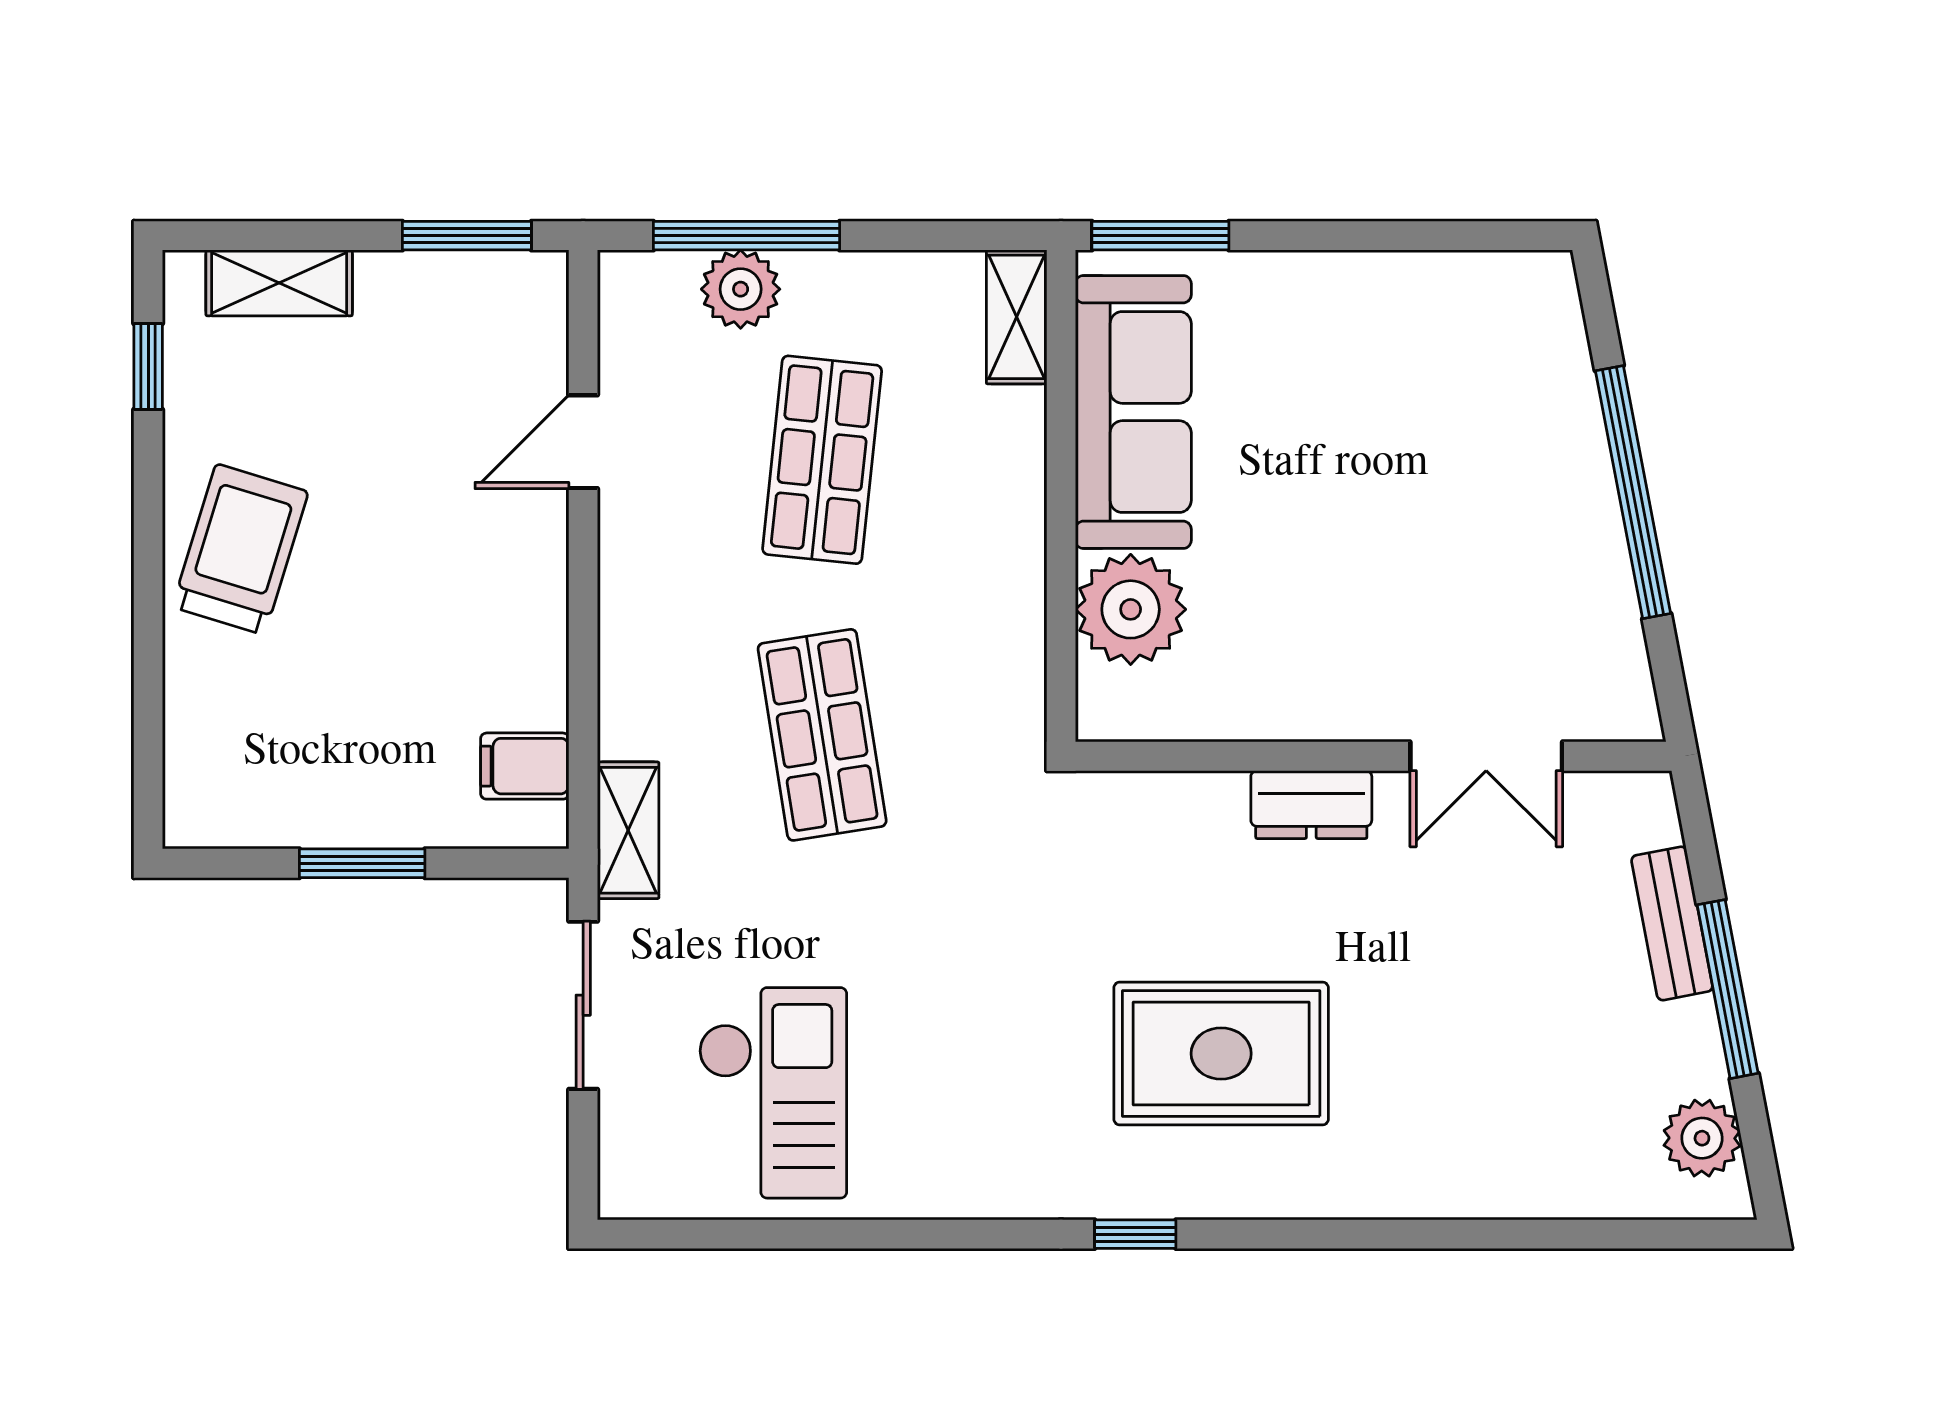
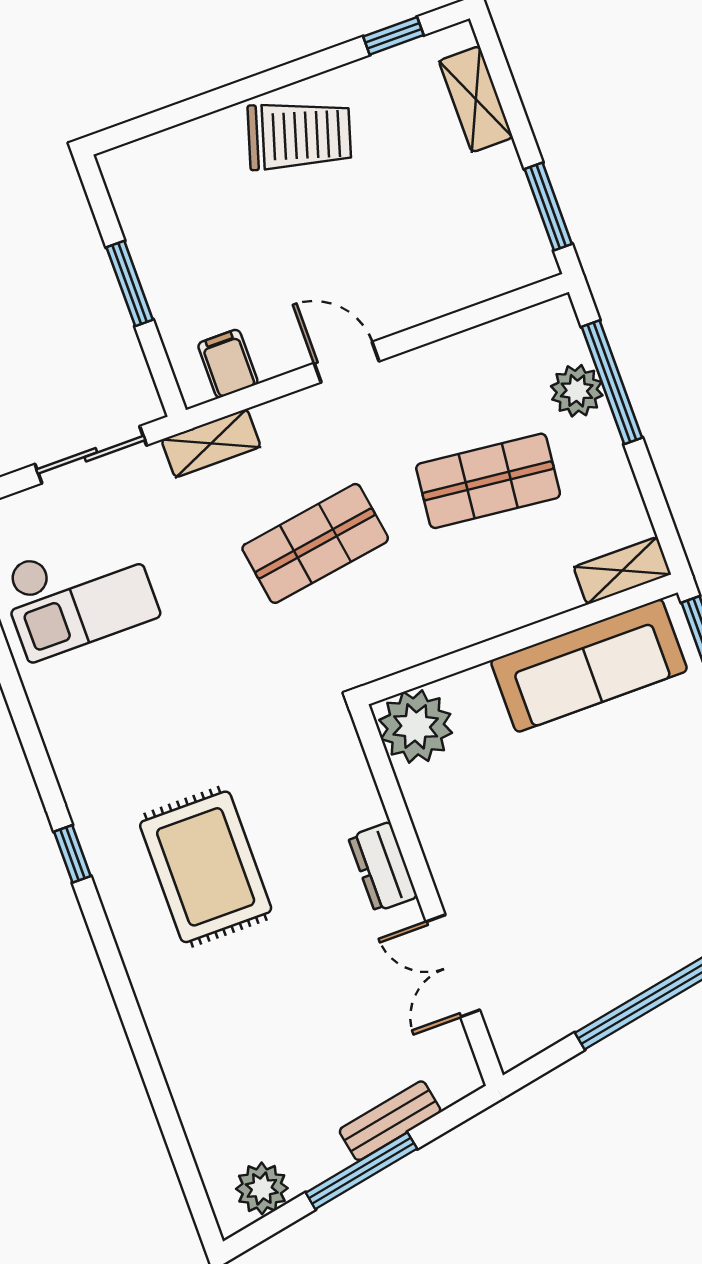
door: (583, 442) -> (347, 362), moved
plant: (1131, 609) -> (416, 726), moved

